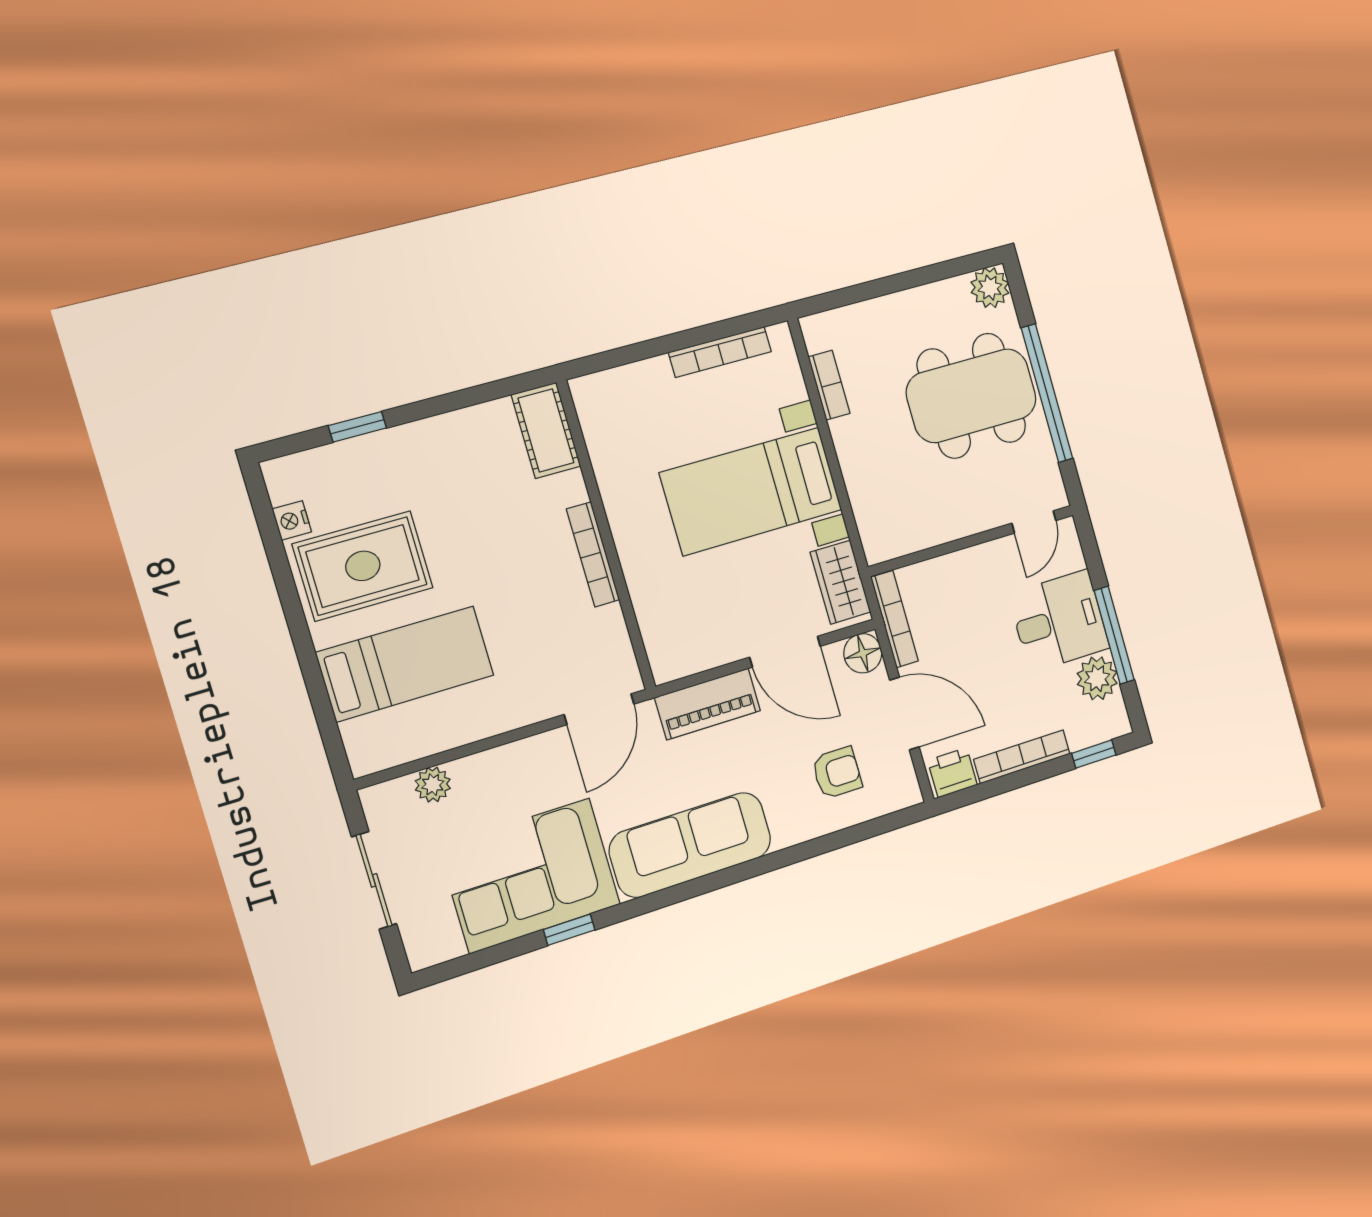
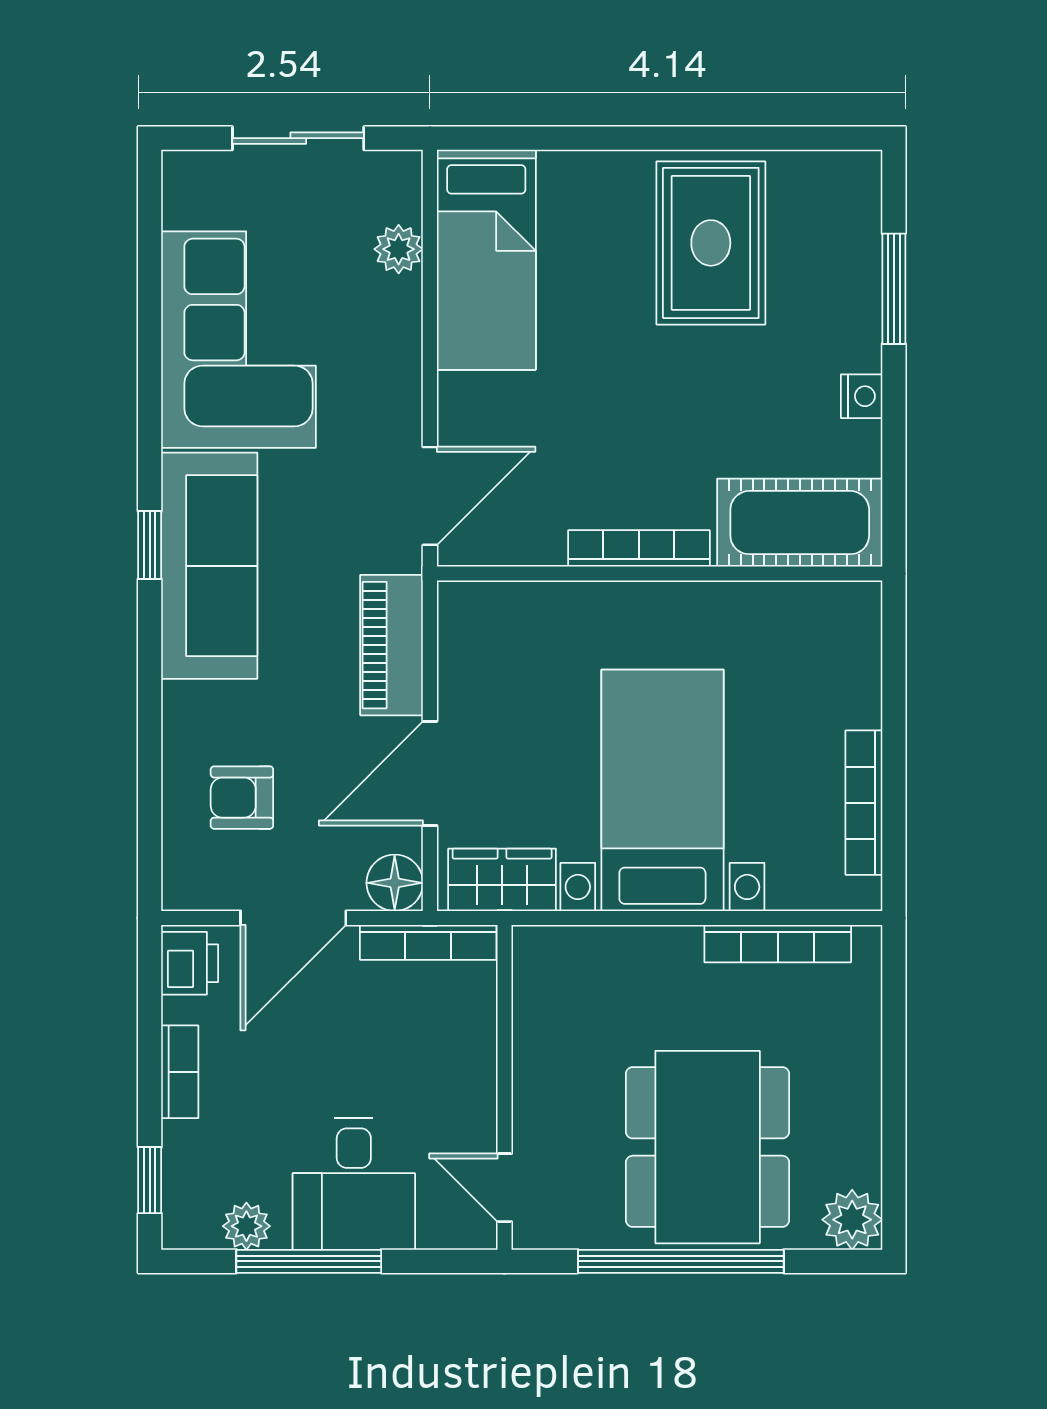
bookcase: (829, 385) -> (778, 944), width x1.56
window: (357, 427) -> (894, 289), width x1.50
cot: (546, 430) -> (800, 523), width x1.37, depth x1.34
nightstand: (292, 520) -> (862, 396), moved, turned 90
bed: (405, 664) -> (486, 260), moved
plant: (1097, 678) -> (246, 1226), width x0.73, depth x0.73
door: (599, 709) -> (430, 496), swing flipped
bookcase: (1022, 757) -> (180, 1072), width x0.64
armchair: (837, 773) -> (242, 798), turned 90
window: (569, 930) -> (150, 545), moved

